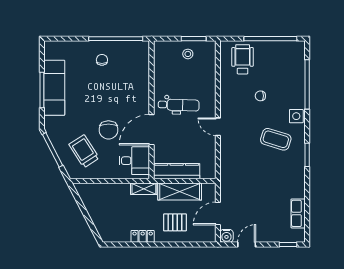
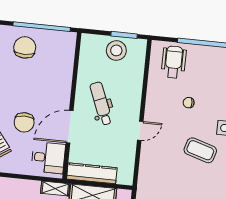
stool: (188, 54) -> (116, 50), width x1.89, depth x1.89
chair: (102, 60) -> (25, 47), width x1.87, depth x1.87
dental chair: (179, 105) -> (101, 104), turned -114
door: (218, 127) -> (140, 131), swing flipped

